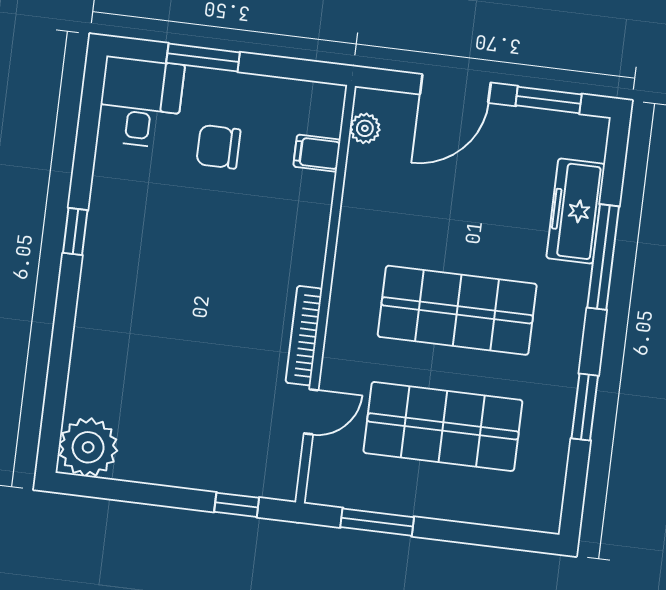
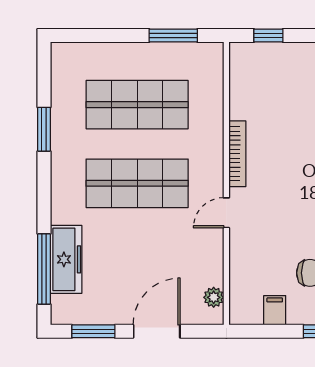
filing cabinet: (317, 153) -> (275, 310), moved, turned -90
window: (603, 257) -> (44, 269), moved
door: (311, 412) -> (226, 213), moved

